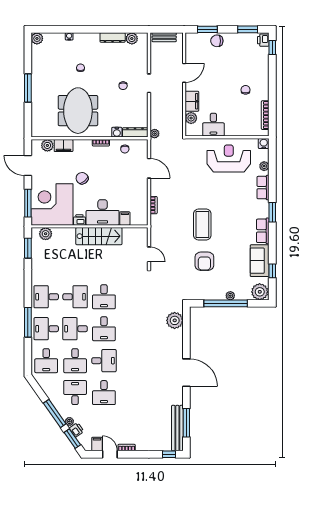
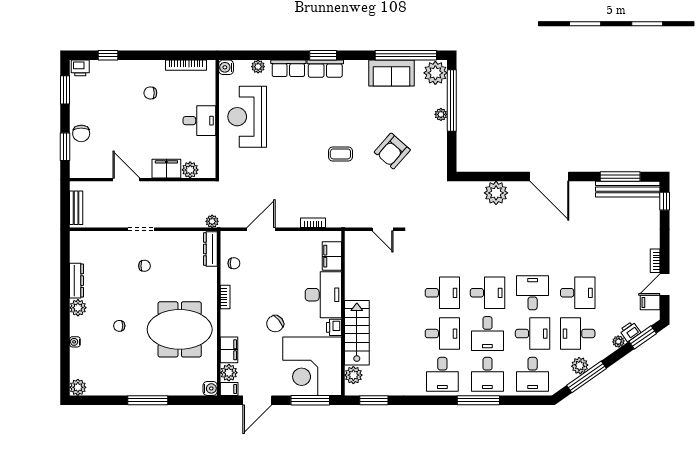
plant: (132, 39) -> (78, 308), moved
window: (272, 48) -> (108, 55), moved
desk: (213, 125) -> (199, 121), moved
water cooler: (117, 132) -> (210, 388), moved
filing cabinet: (36, 146) -> (229, 389), added
filing cabinet: (125, 218) -> (332, 256), width x2.00
coffee table: (202, 225) -> (340, 154), width x0.54, depth x0.58
row of seats: (263, 231) -> (325, 69), moved
stairs: (99, 236) -> (357, 333), moved
door: (149, 254) -> (383, 229), swing flipped
armchair: (204, 261) -> (392, 151), turned 131
window: (272, 271) -> (406, 55), width x3.17
desk: (75, 297) -> (442, 334), turned 90
window: (226, 303) -> (452, 101), moved
plant: (175, 320) -> (496, 193), moved
desk: (46, 361) -> (533, 374), turned 90
door: (186, 373) -> (549, 176), swing flipped
plant: (52, 394) -> (580, 366), added
window: (55, 414) -> (586, 377), moved

